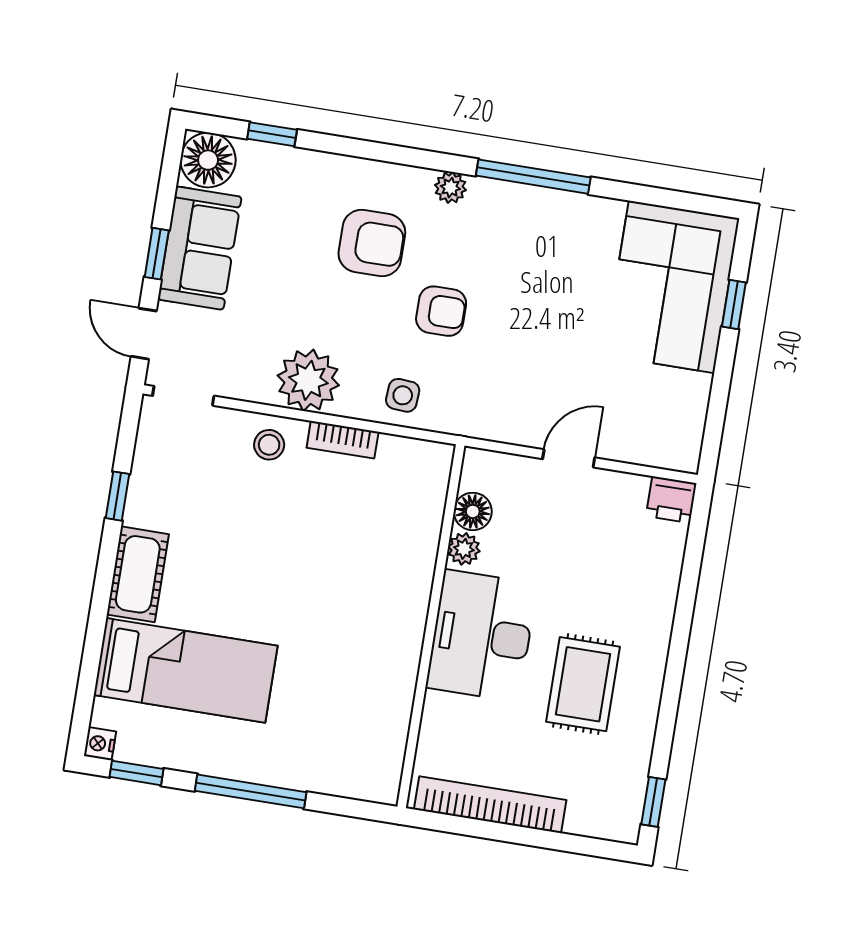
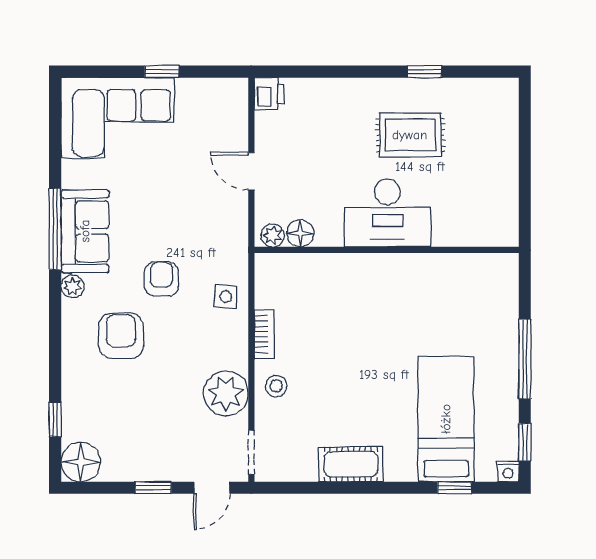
sofa: (200, 248) -> (85, 231), moved, turned 90
window: (734, 304) -> (162, 72), moved
plant: (308, 380) -> (226, 394), moved
window: (117, 496) -> (455, 488), moved
plant: (464, 549) -> (273, 235), moved
cot: (138, 574) -> (351, 464), moved
window: (653, 802) -> (424, 72), moved
bookcase: (490, 805) -> (507, 187), removed

